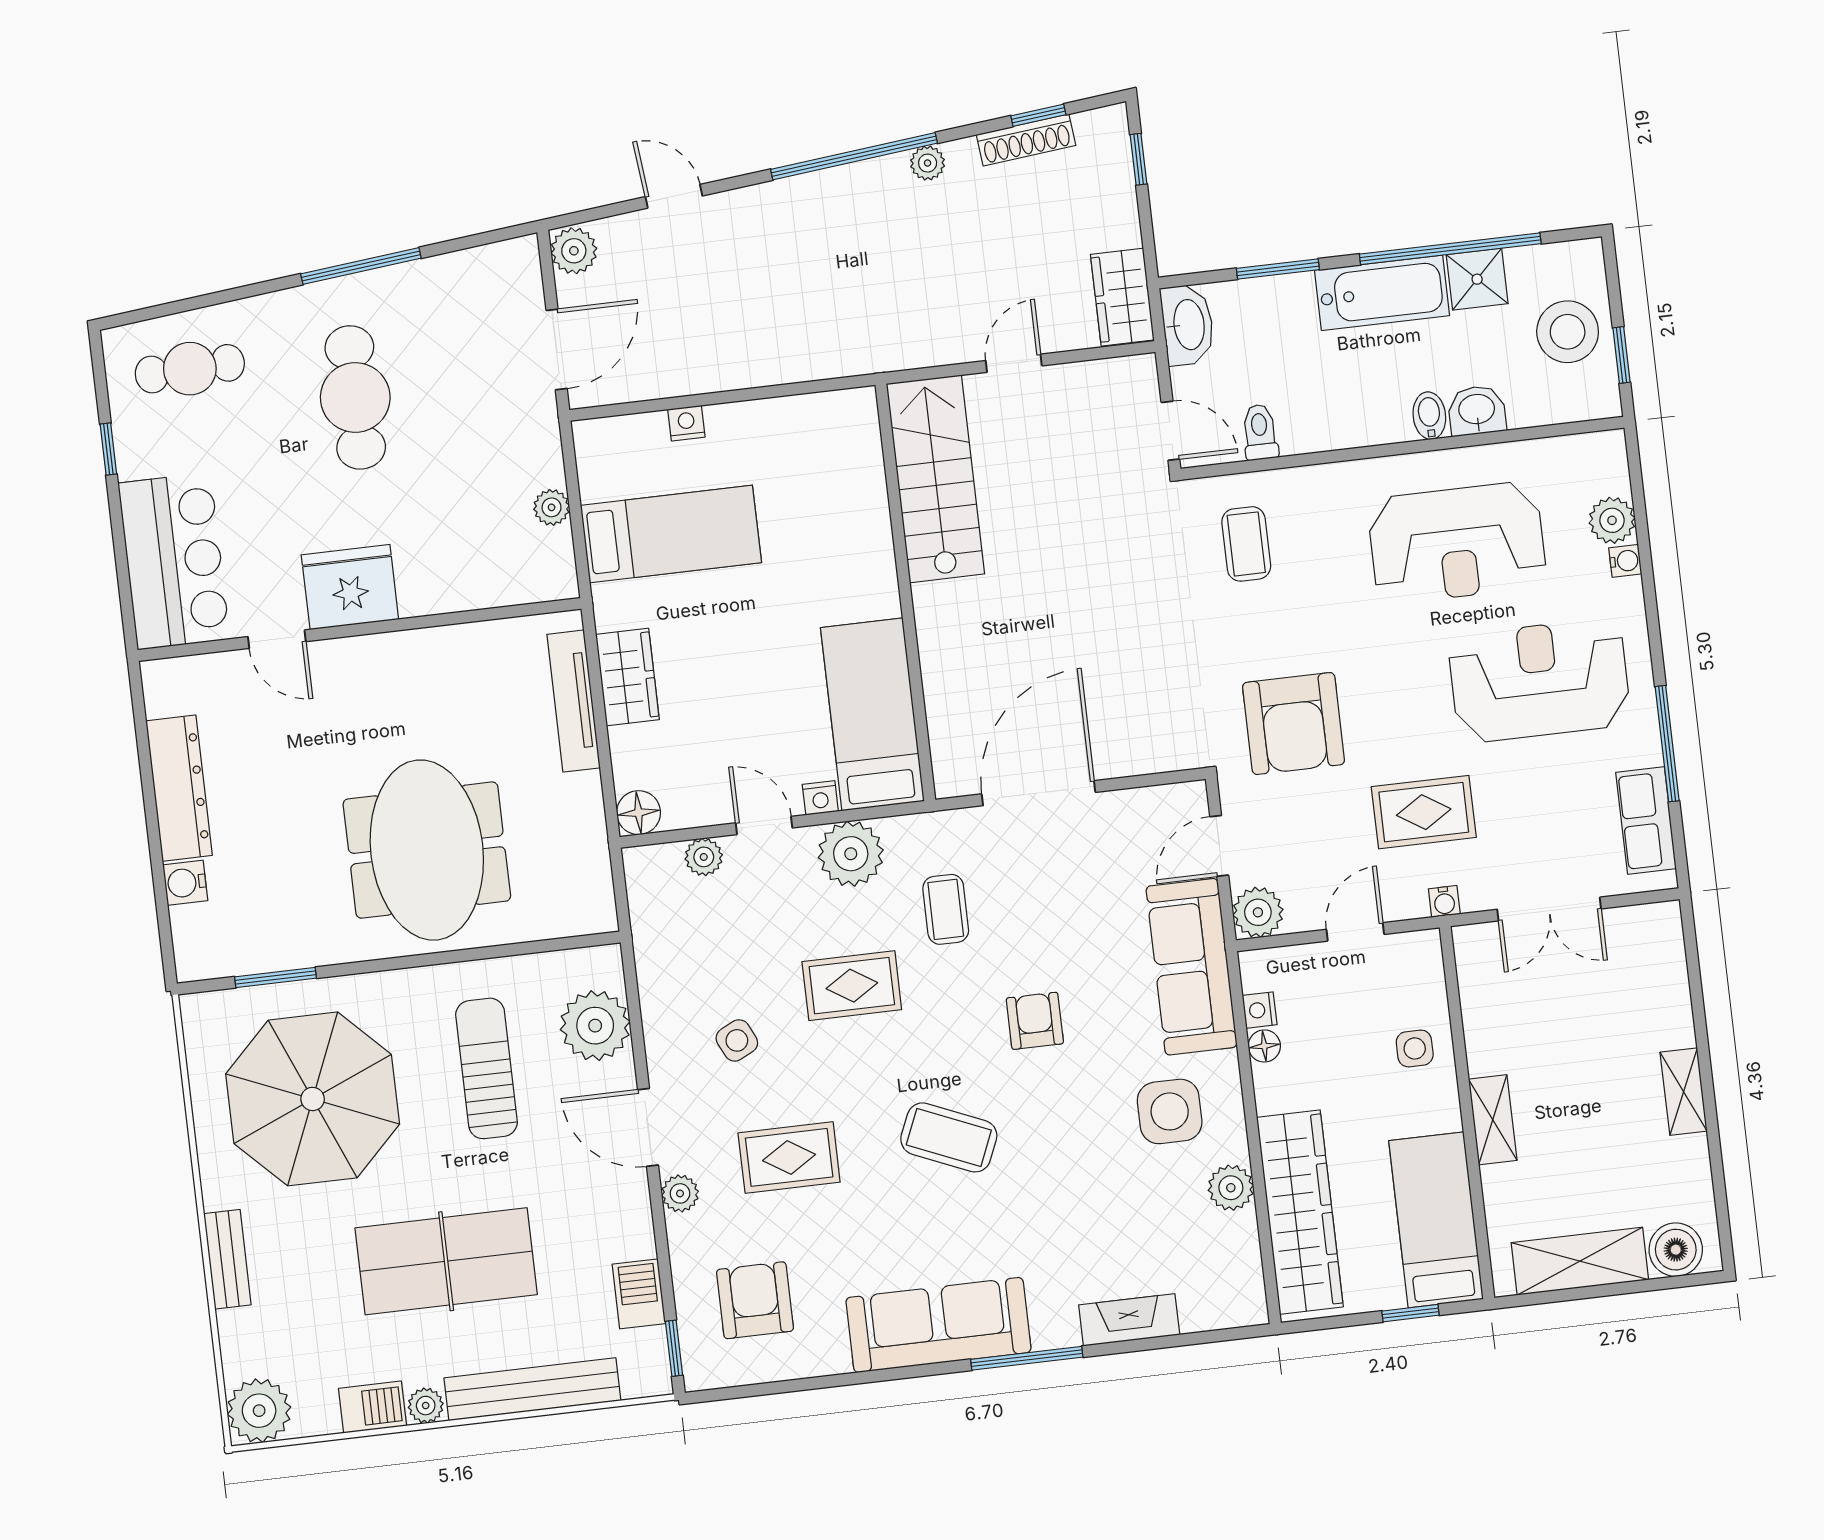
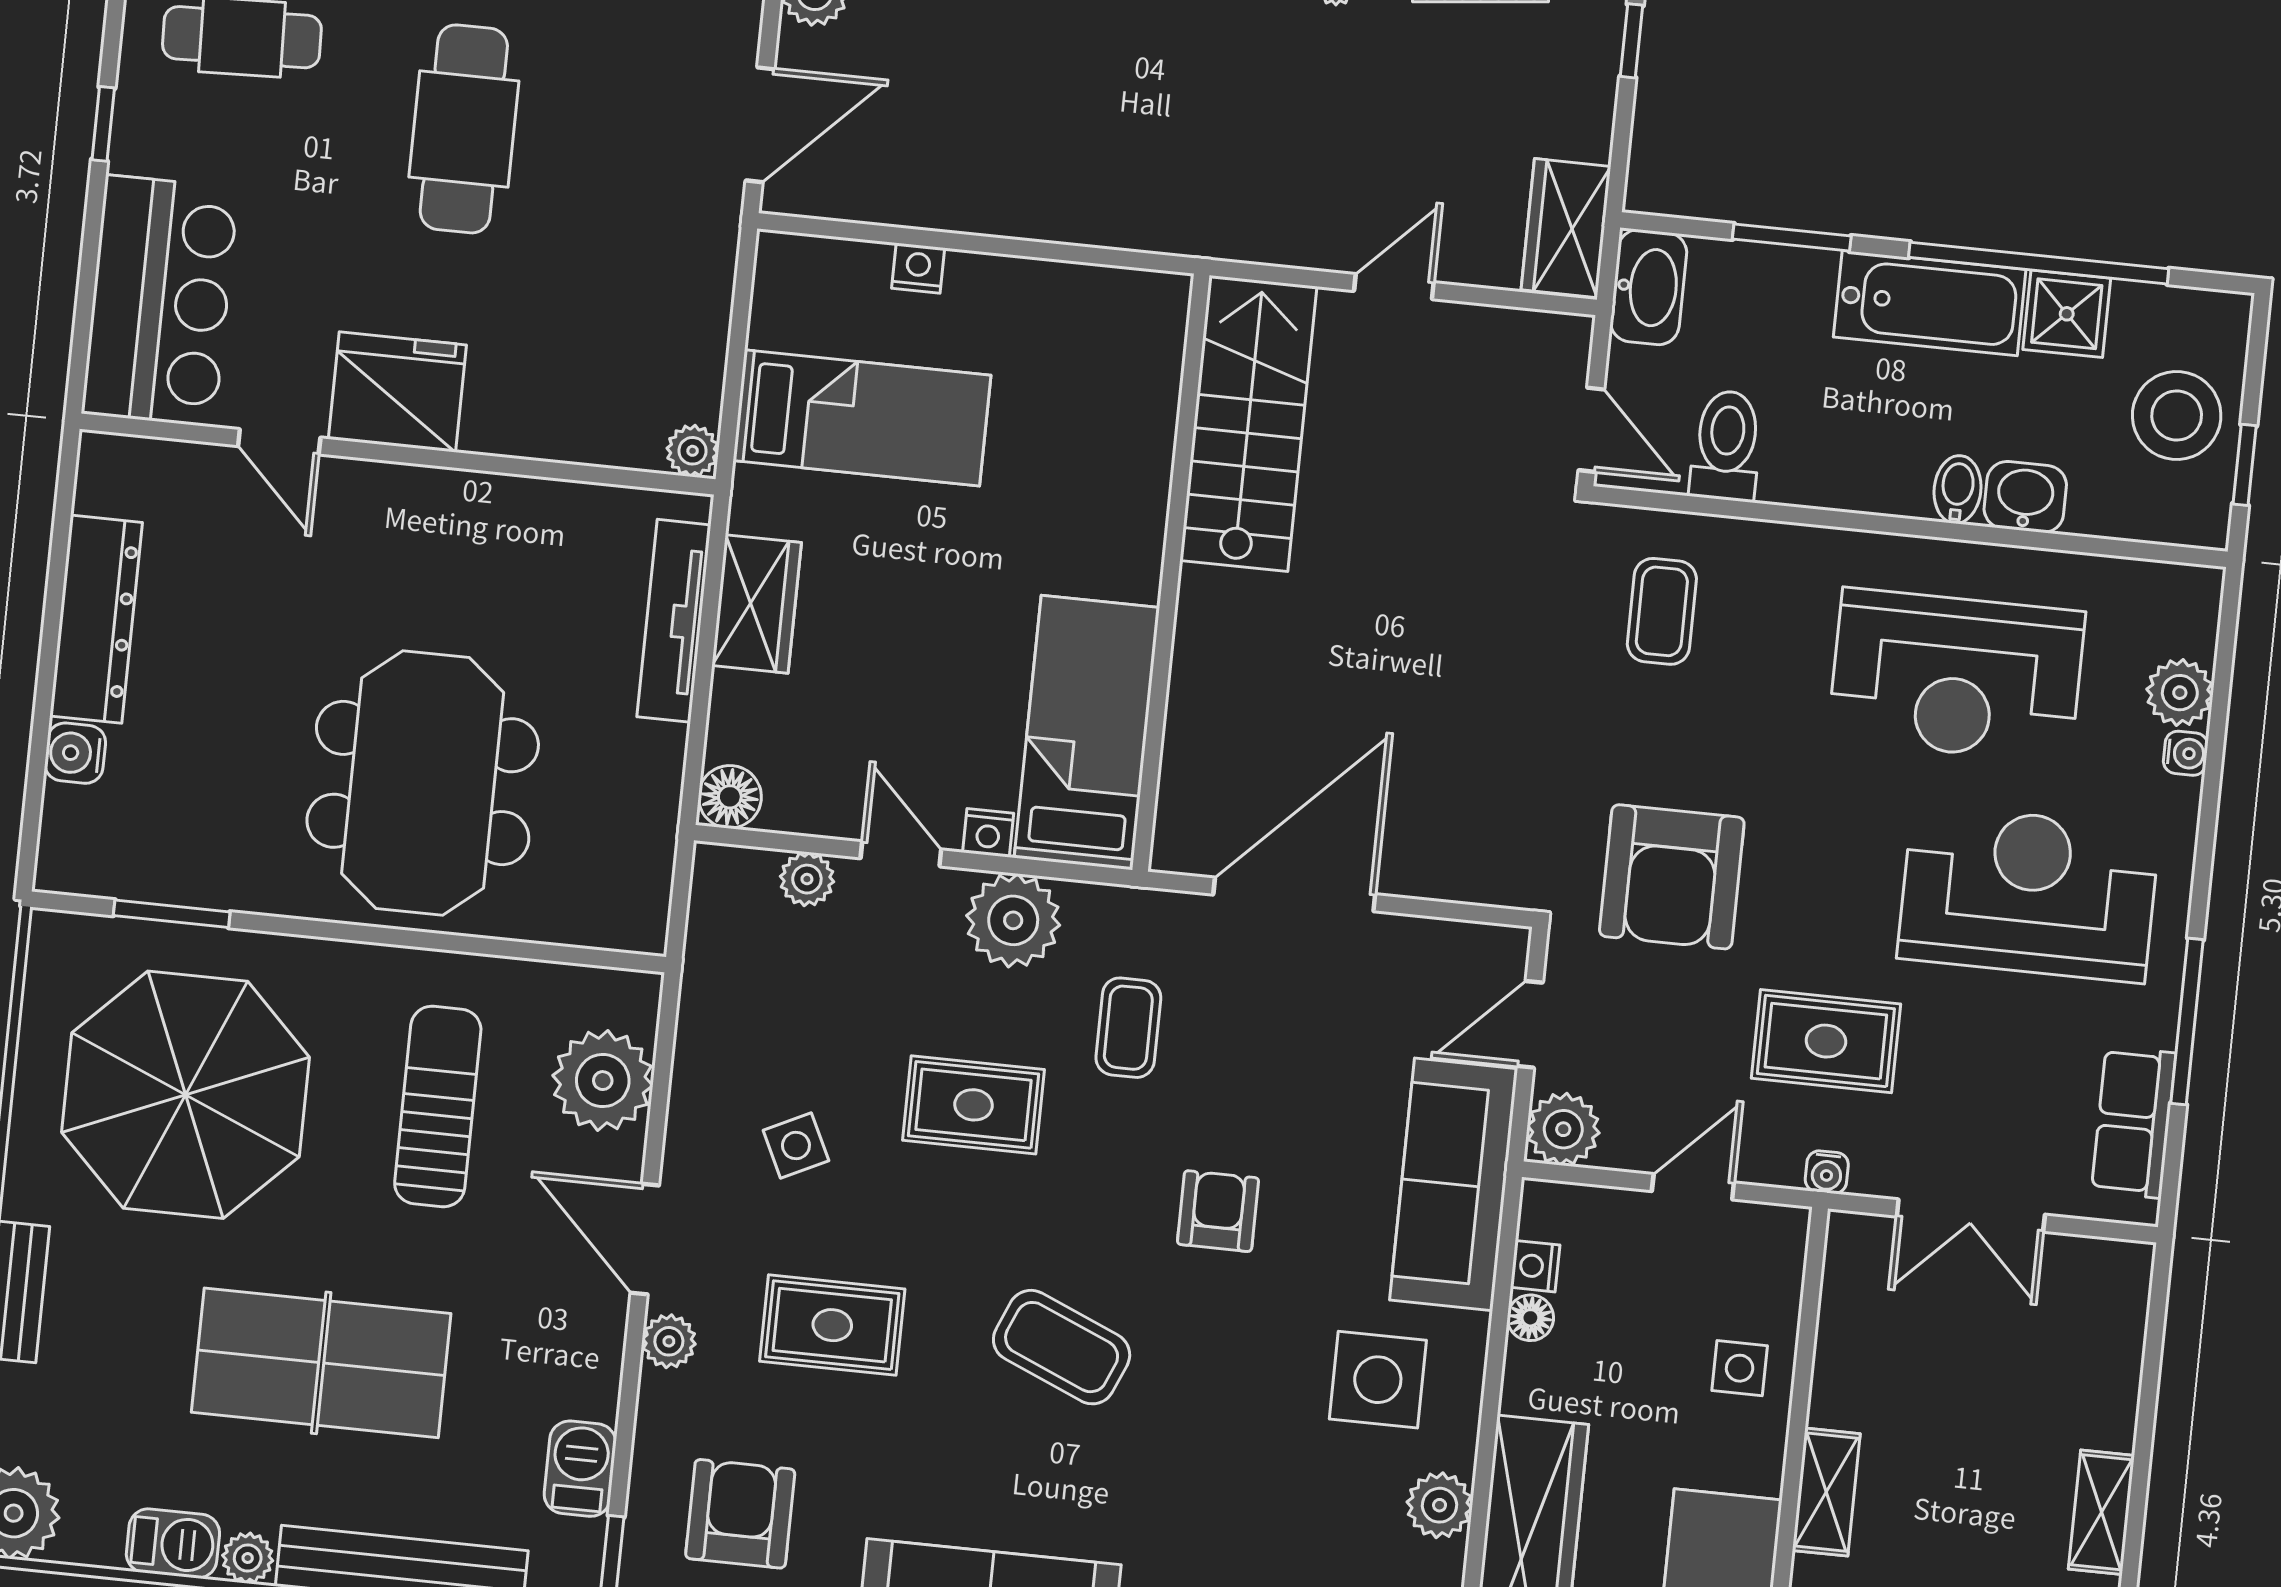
toilet: (1260, 432) -> (1726, 446), width x1.37, depth x1.39
plant: (552, 507) -> (693, 451), moved

